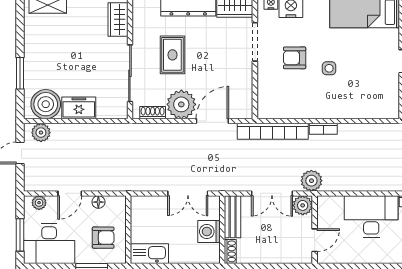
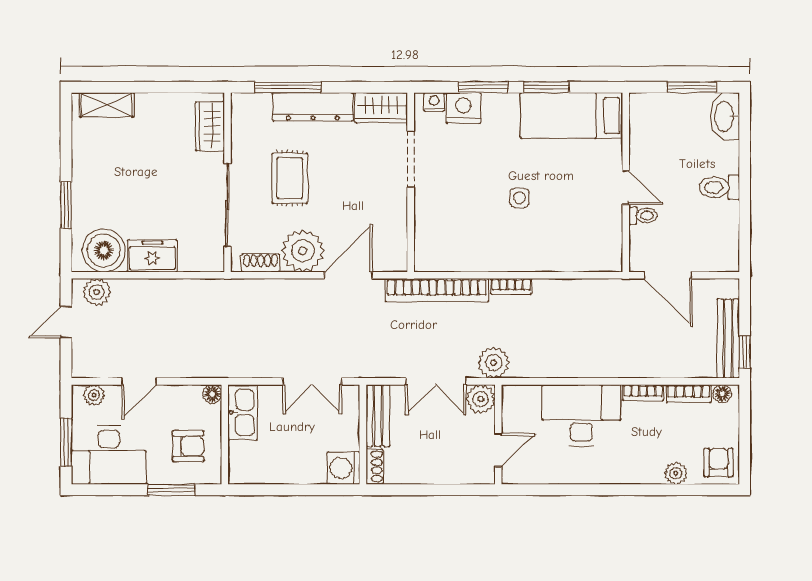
armchair: (295, 58) -> (469, 182), removed
floor lamp: (98, 202) -> (212, 394), moved
washing machine: (209, 231) -> (343, 468), moved
kitchen sink: (149, 254) -> (243, 412), moved, turned 90

